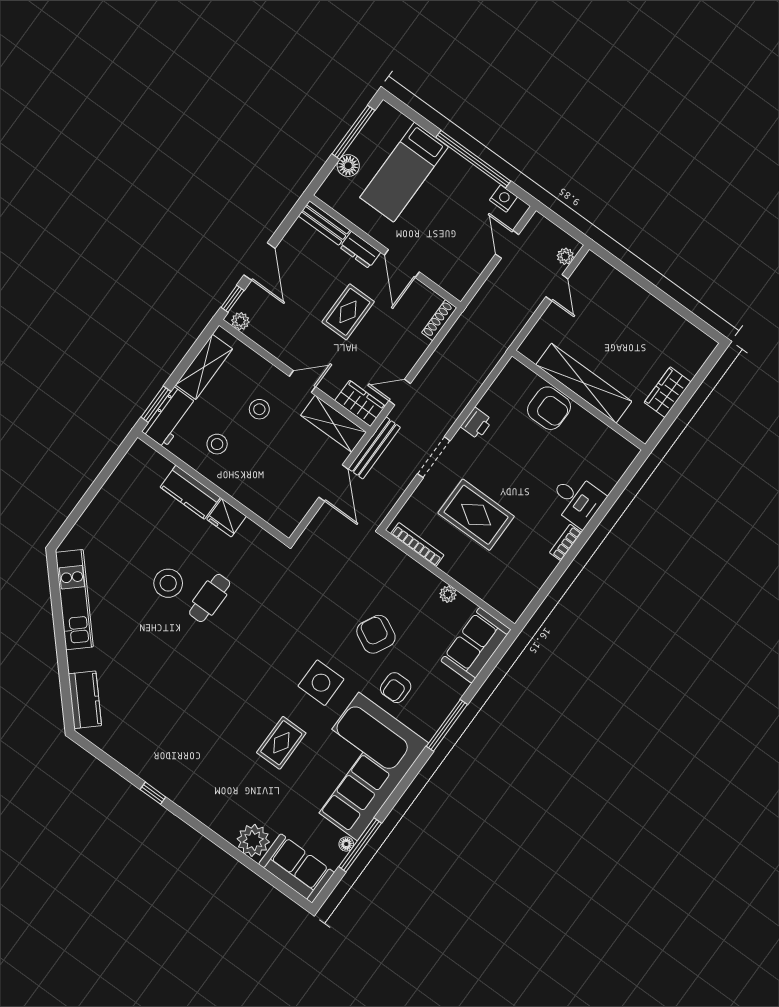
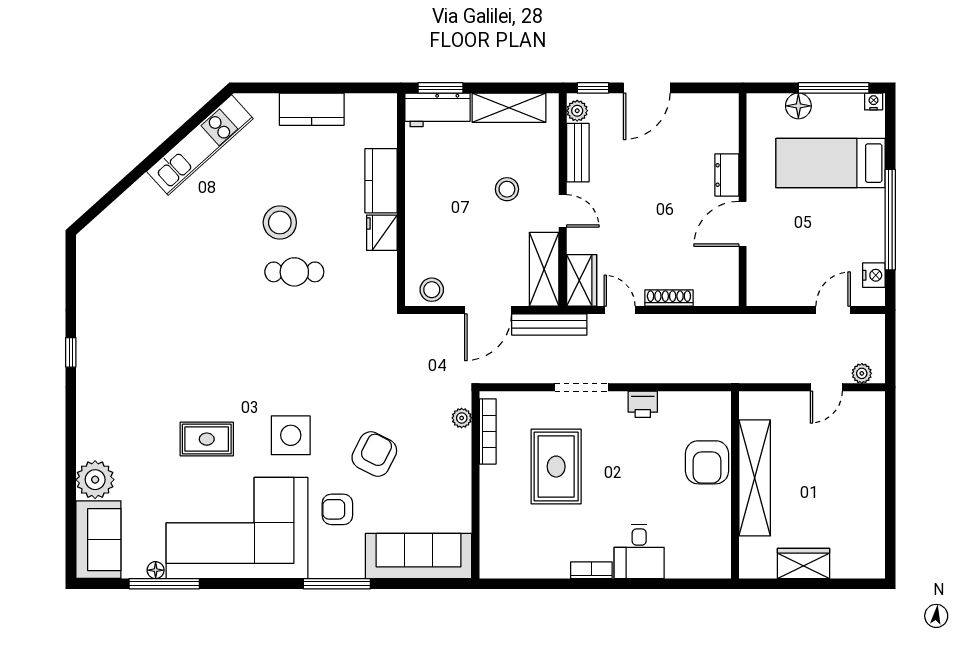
nightstand: (383, 111) -> (874, 101), added
bench: (324, 223) -> (578, 153), moved
rug: (348, 312) -> (660, 206), removed
shoe rack: (439, 320) -> (669, 298), moved
stool: (217, 444) -> (432, 290), moved
plant: (448, 594) -> (462, 418), moved
sofa: (476, 645) -> (419, 556), width x1.36
kitchen counter: (85, 700) -> (312, 109), moved, turned 42

